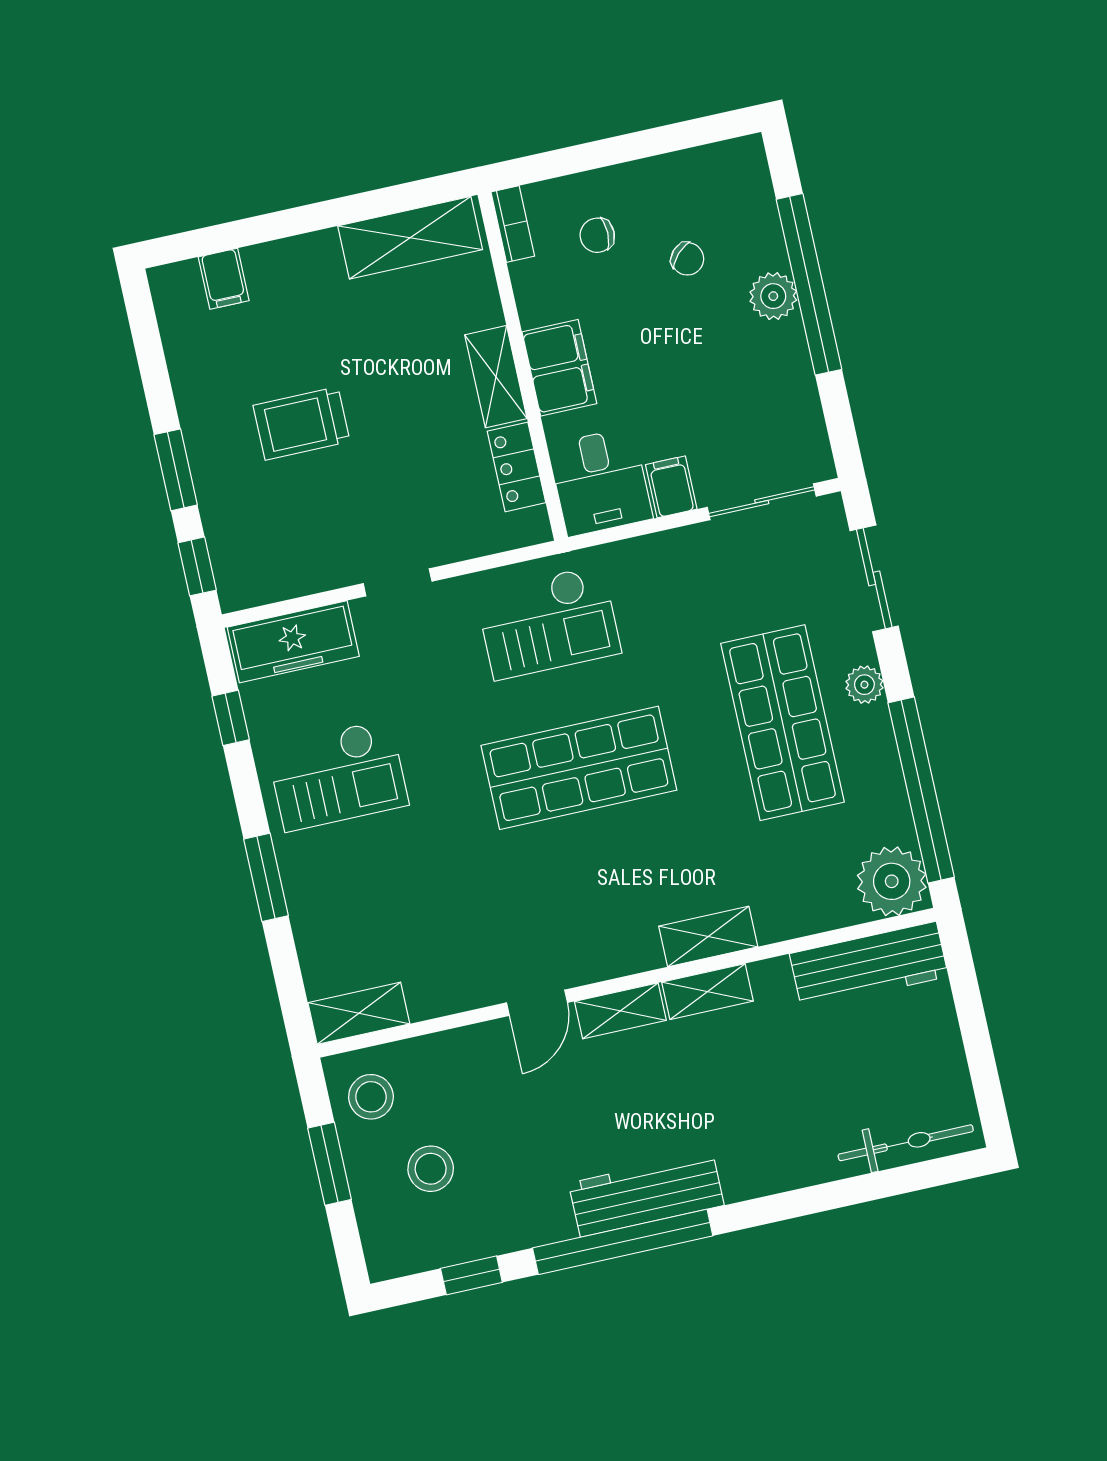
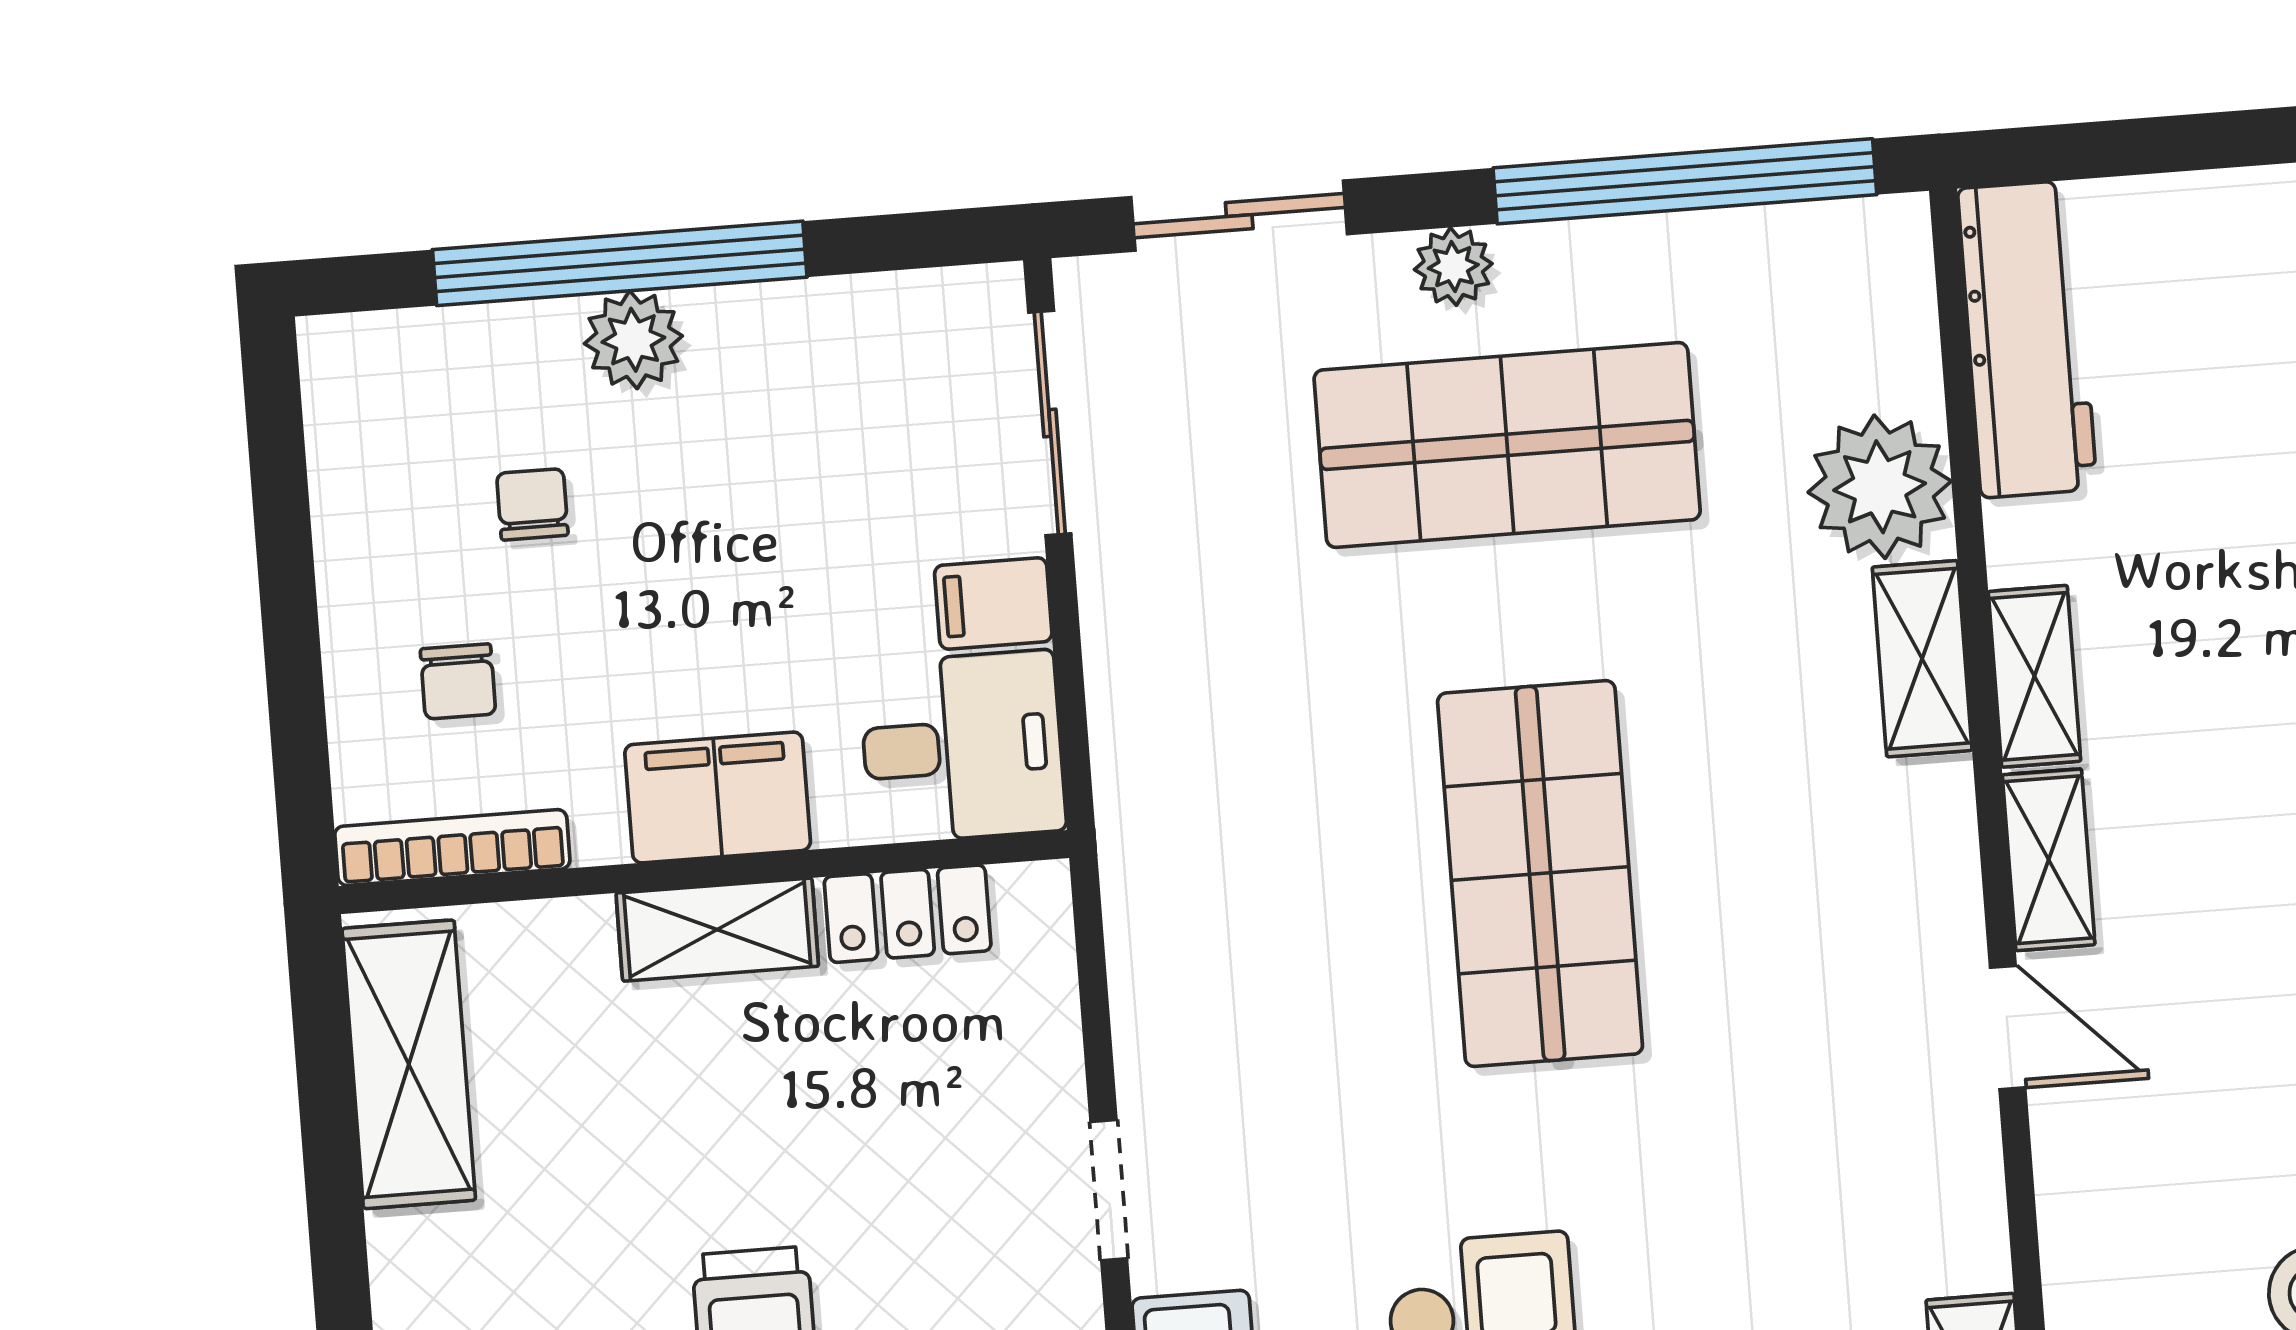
bookcase: (513, 224) -> (452, 848), width x1.56
chair: (687, 259) -> (532, 504), turned -44
checkout: (548, 622) -> (1234, 894), removed
plant: (892, 881) -> (1880, 487), moved

